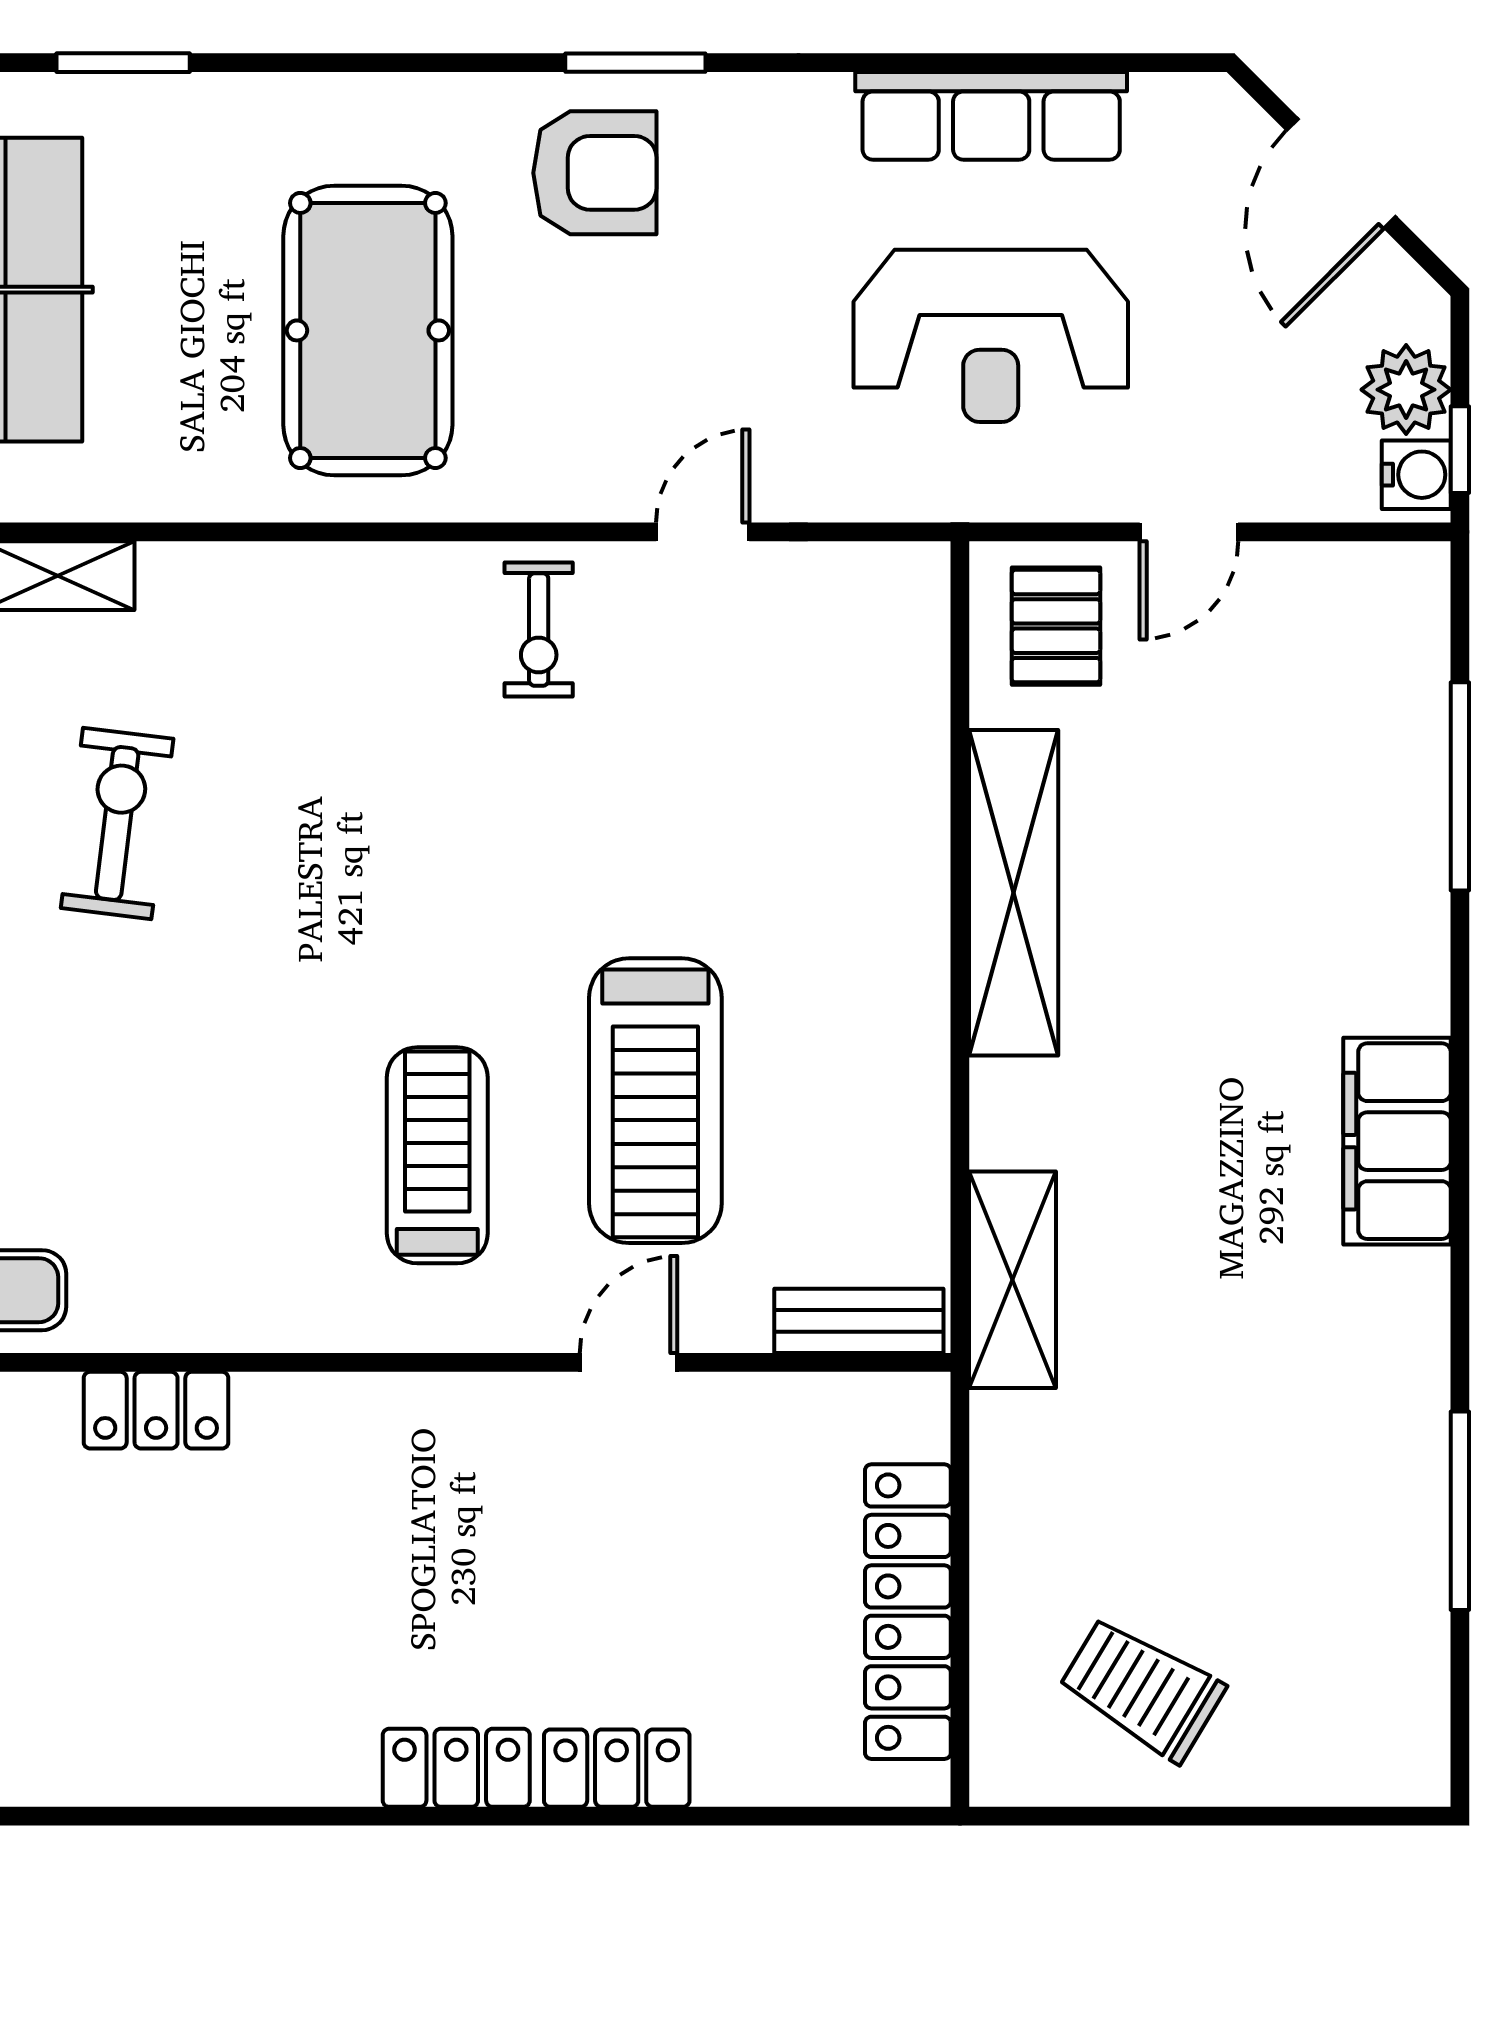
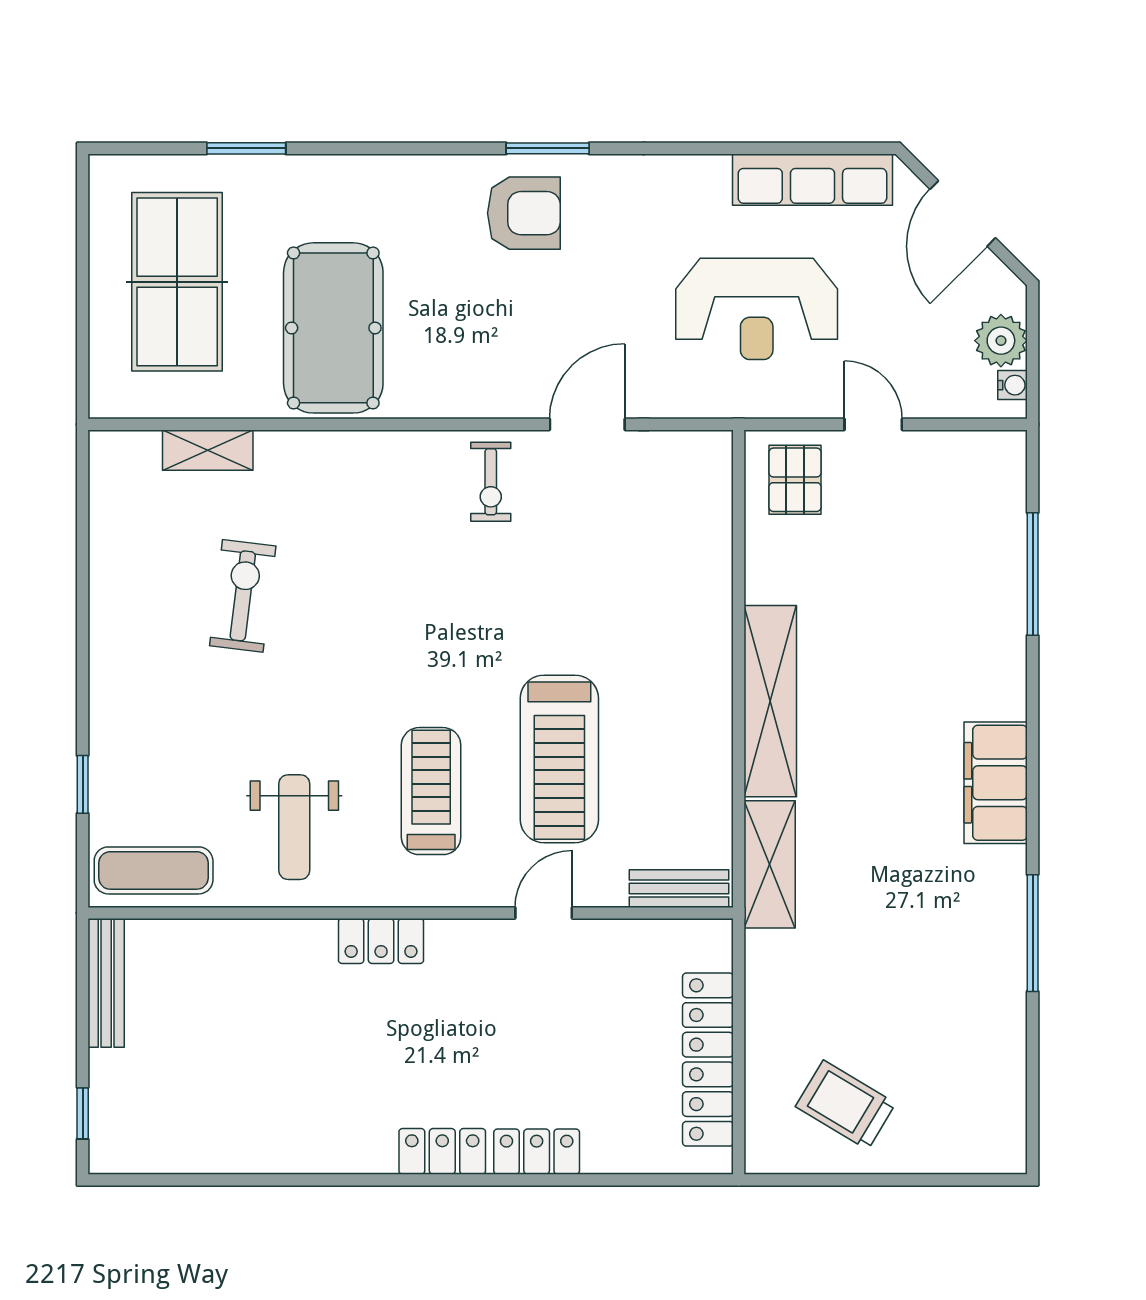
row of seats: (991, 116) -> (812, 180), moved
pool table: (368, 330) -> (333, 328), moved
window: (1460, 450) -> (1033, 376), removed
water cooler: (1416, 475) -> (1013, 385), width x0.72, depth x0.72
door: (703, 532) -> (587, 424), width x1.38
door: (1189, 532) -> (873, 424), swing flipped
shelving: (1014, 893) -> (770, 701), moved
weight bench: (205, 1217) -> (294, 827), added
locker: (156, 1410) -> (381, 941), moved
window: (1460, 1511) -> (1033, 933), moved

